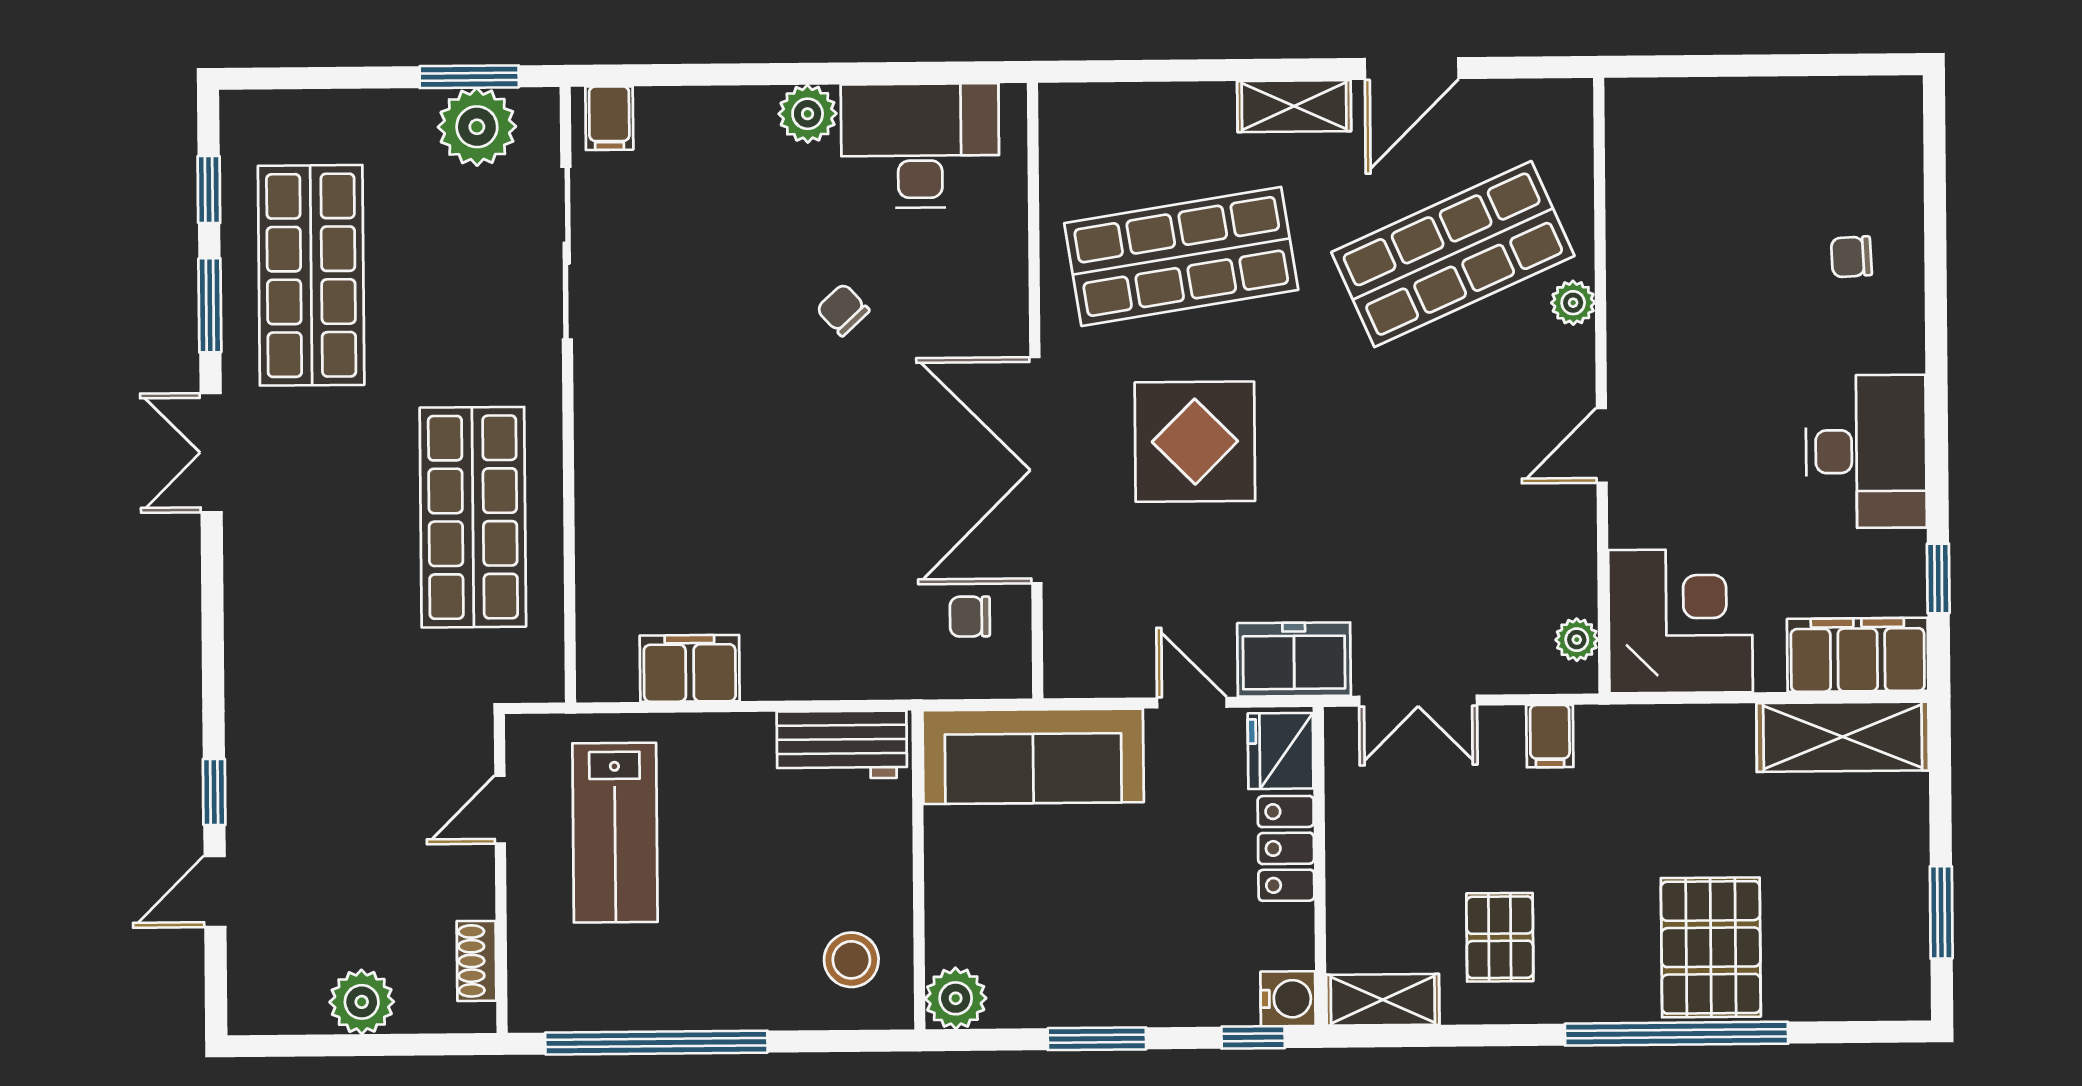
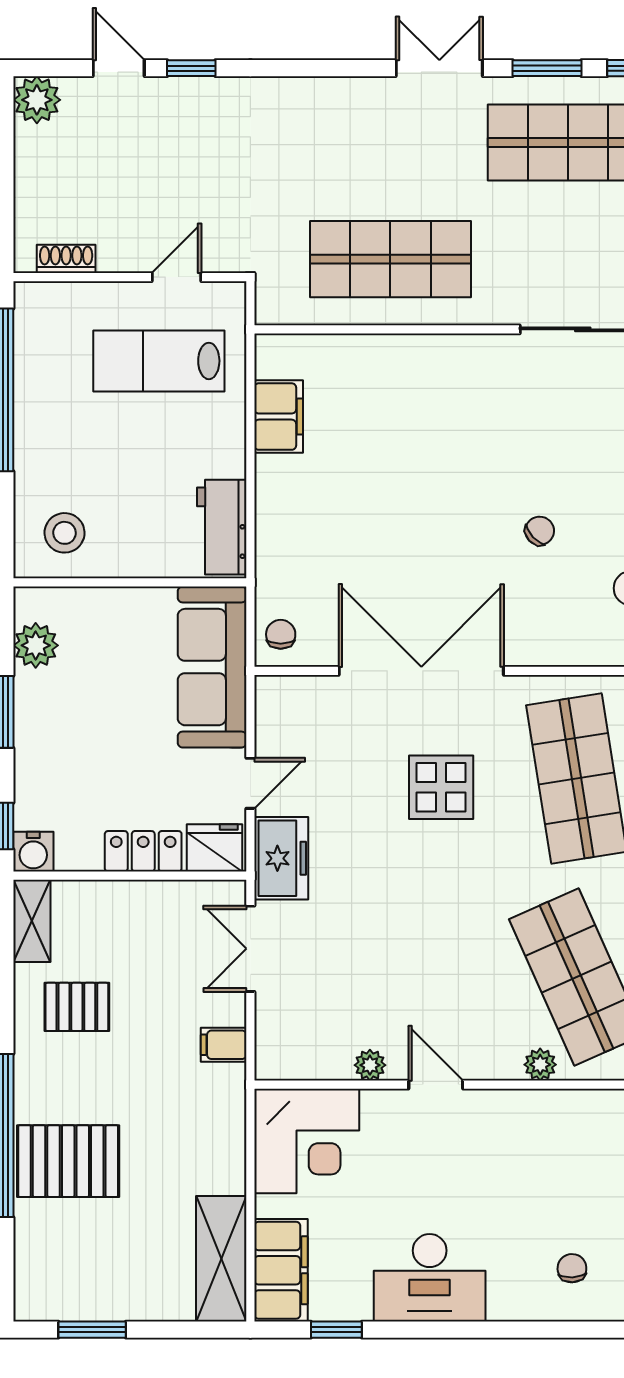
display table: (1195, 442) -> (441, 787), width x0.73, depth x0.73
chair: (970, 617) -> (281, 634), moved
plant: (1577, 640) -> (370, 1065), moved
door: (500, 810) -> (177, 277), hinge flipped
plant: (956, 998) -> (36, 645), moved
plant: (362, 1002) -> (37, 100), moved

